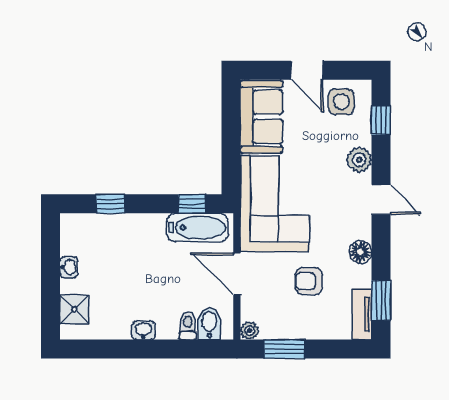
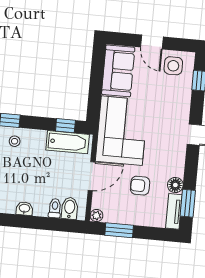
plant: (359, 160) -> (182, 106), removed
stool: (120, 233) -> (15, 141), added
floor lamp: (360, 252) -> (175, 185), moved
door: (237, 274) -> (91, 176), swing flipped

